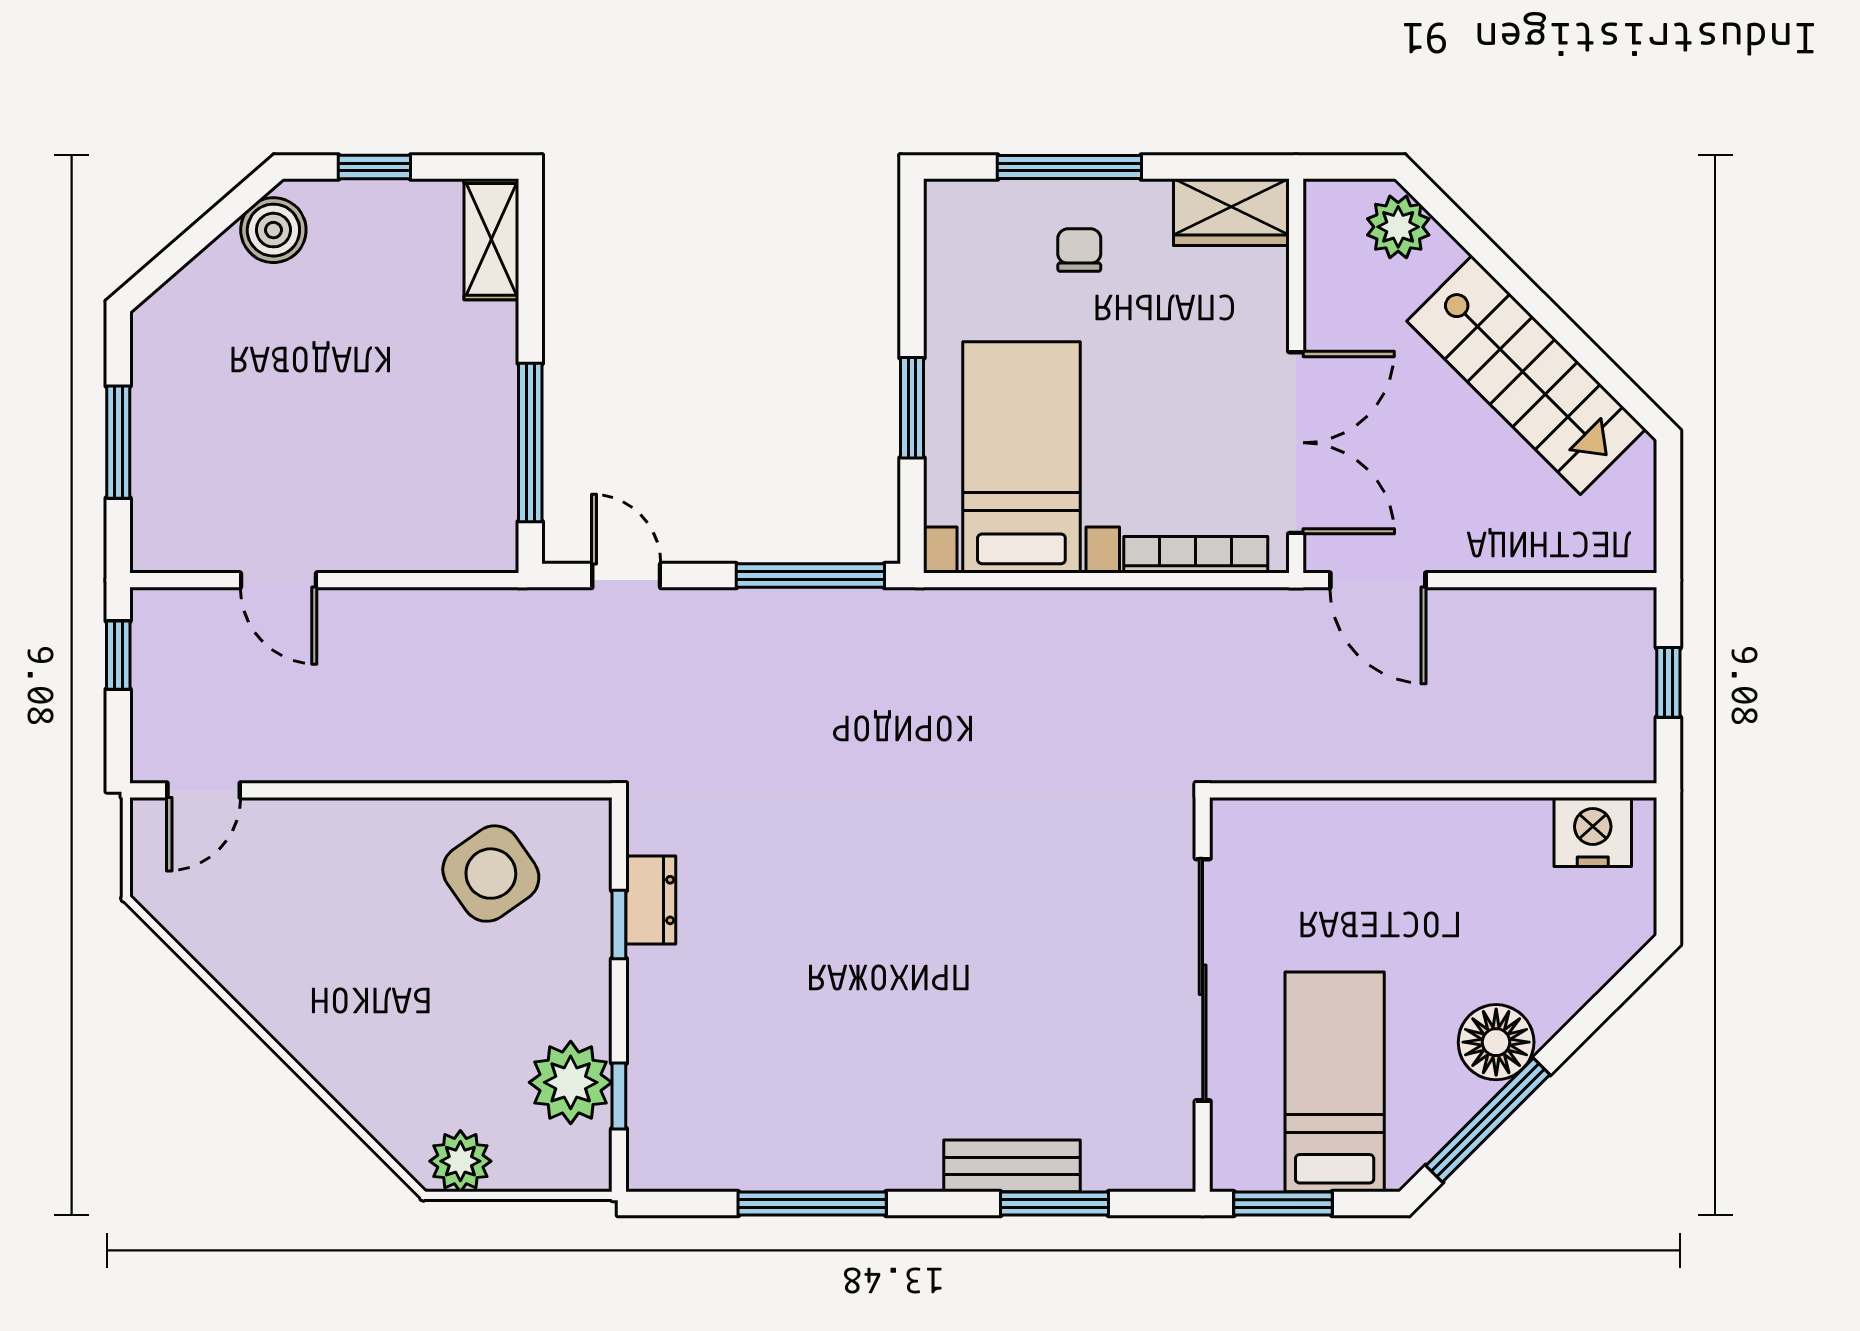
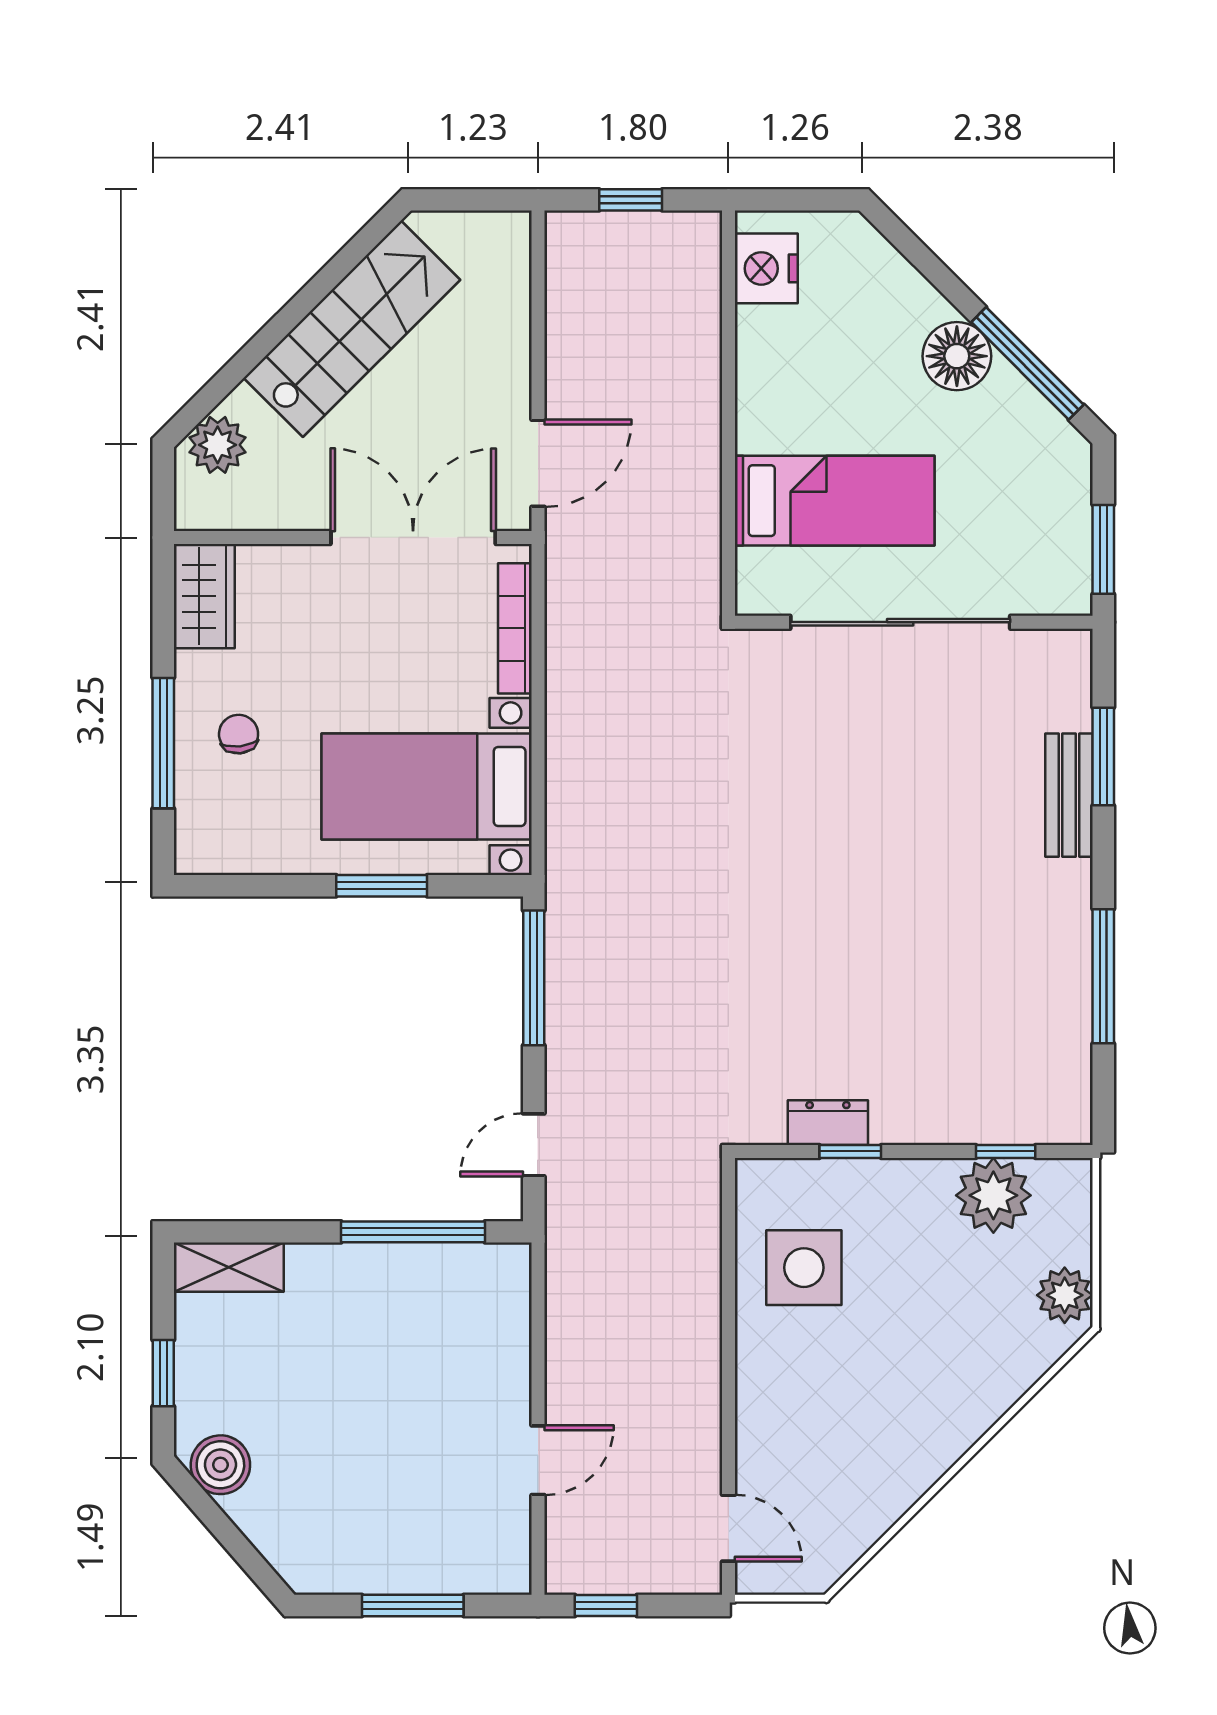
chair: (1079, 250) -> (239, 734), turned 84
side table: (491, 874) -> (804, 1268), turned 35
bed: (1335, 1082) -> (835, 501), moved, turned 180

